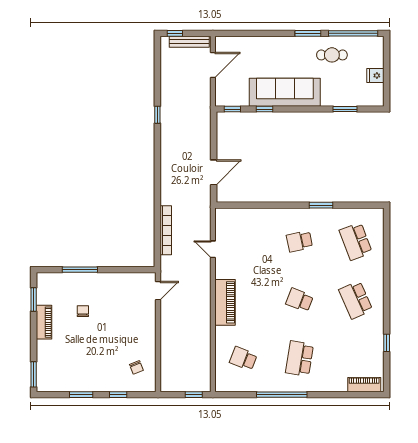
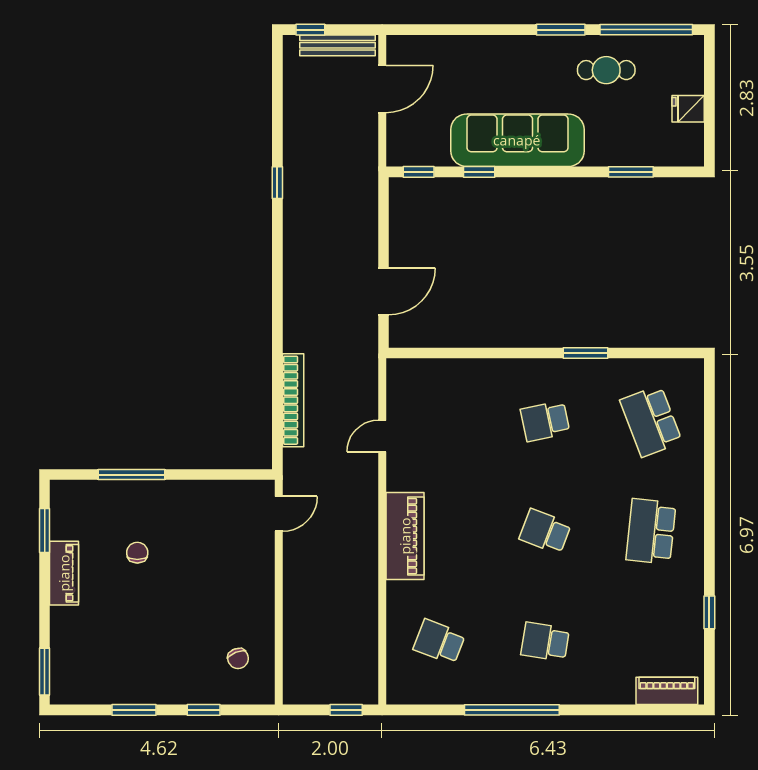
door: (213, 249) -> (382, 436), hinge flipped
school desk: (356, 300) -> (651, 531), turned 30
school desk: (299, 359) -> (545, 642), width x0.54

